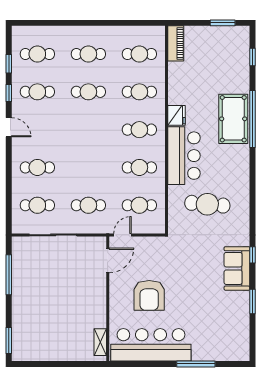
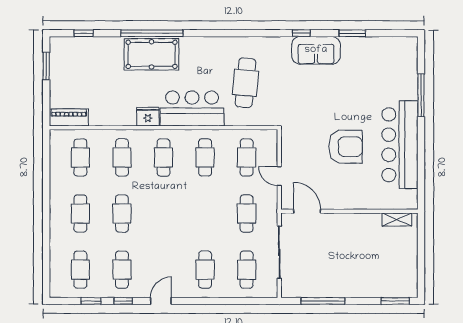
door: (108, 260) -> (307, 211), moved
wall: (108, 299) -> (349, 211), moved
shelving: (100, 342) -> (397, 219), moved

